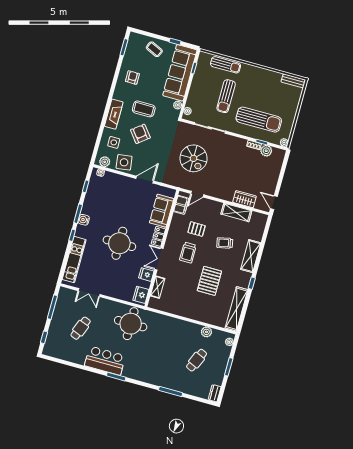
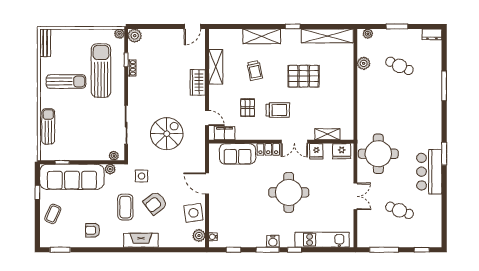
sun lounger: (226, 96) -> (66, 82), moved
side table: (114, 142) -> (142, 176), moved
plant: (266, 151) -> (135, 36), moved
wardrobe: (244, 199) -> (198, 82), moved
double door: (89, 293) -> (355, 196), moved

